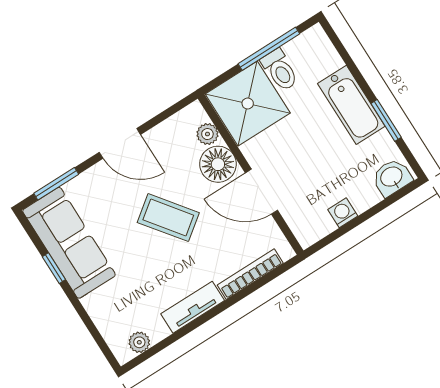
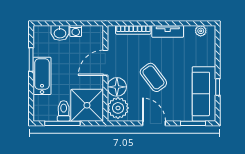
plant: (207, 134) -> (118, 108), width x1.88, depth x1.88
washbasin: (392, 177) -> (60, 33), moved
door: (261, 192) -> (105, 63), swing flipped

